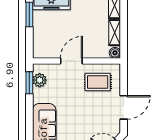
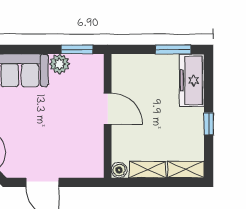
plant: (40, 80) -> (59, 64), moved
rug: (98, 82) -> (78, 146), removed

